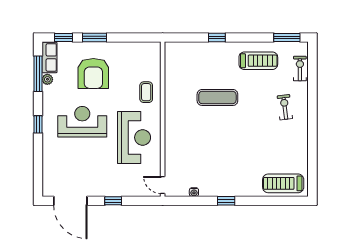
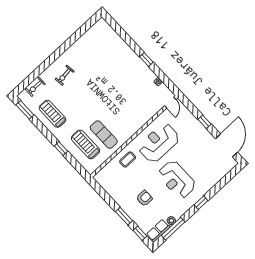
armchair: (93, 73) -> (144, 198), width x0.53, depth x0.53
exercise mat: (217, 97) -> (104, 135), moved
treadmill: (283, 183) -> (86, 144), moved, turned 180

